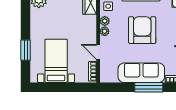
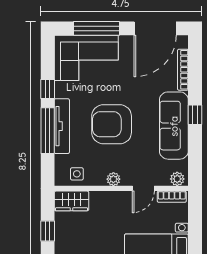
plant: (105, 21) -> (177, 179), moved
window: (149, 87) -> (195, 115), width x0.46

